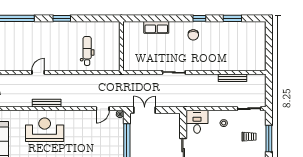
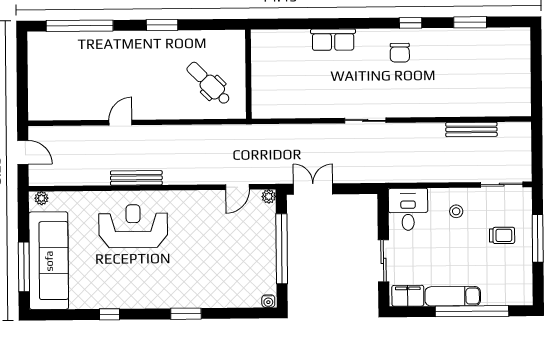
wall: (121, 46) -> (248, 74), moved
dental chair: (87, 51) -> (209, 83), turned -45

